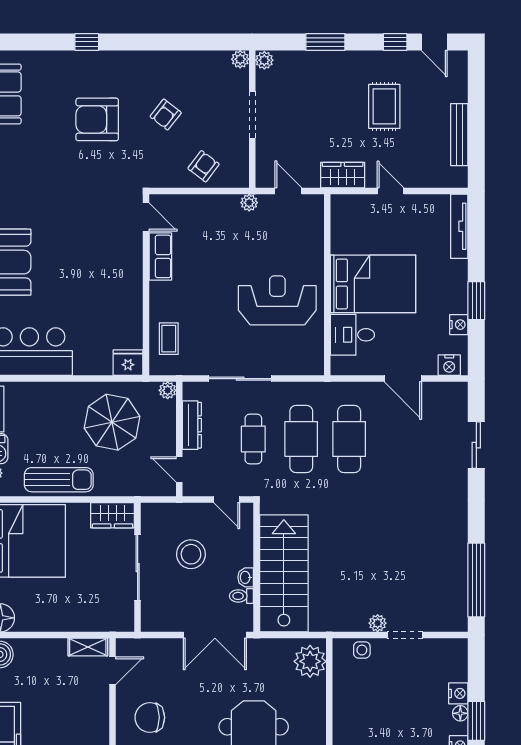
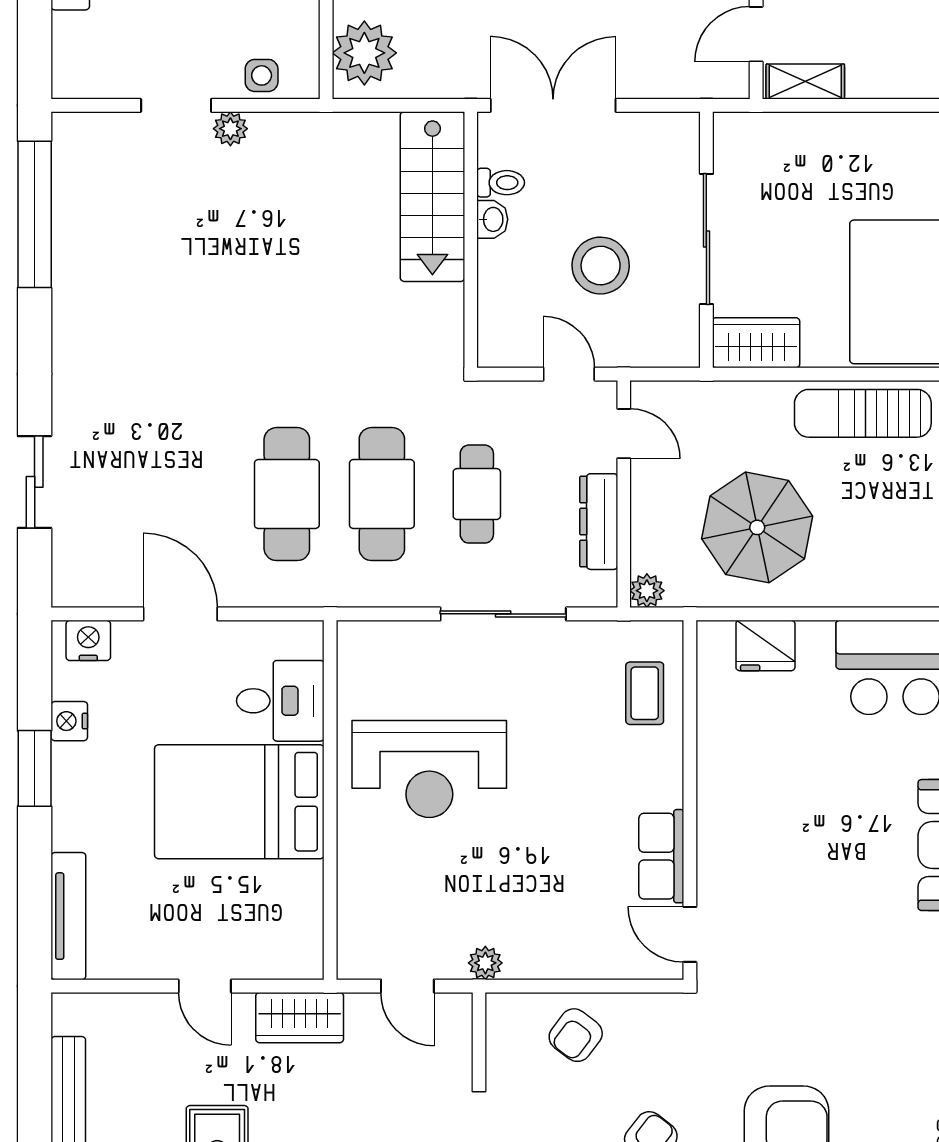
fridge: (128, 363) -> (765, 645), moved
door: (227, 499) -> (569, 374), moved
stairs: (284, 573) -> (432, 197), width x0.73, depth x0.66

